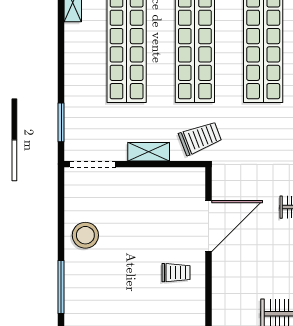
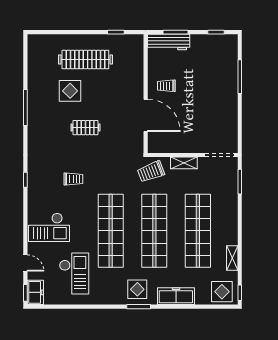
door: (209, 226) -> (146, 115), swing flipped
stool: (85, 235) -> (224, 110), removed

